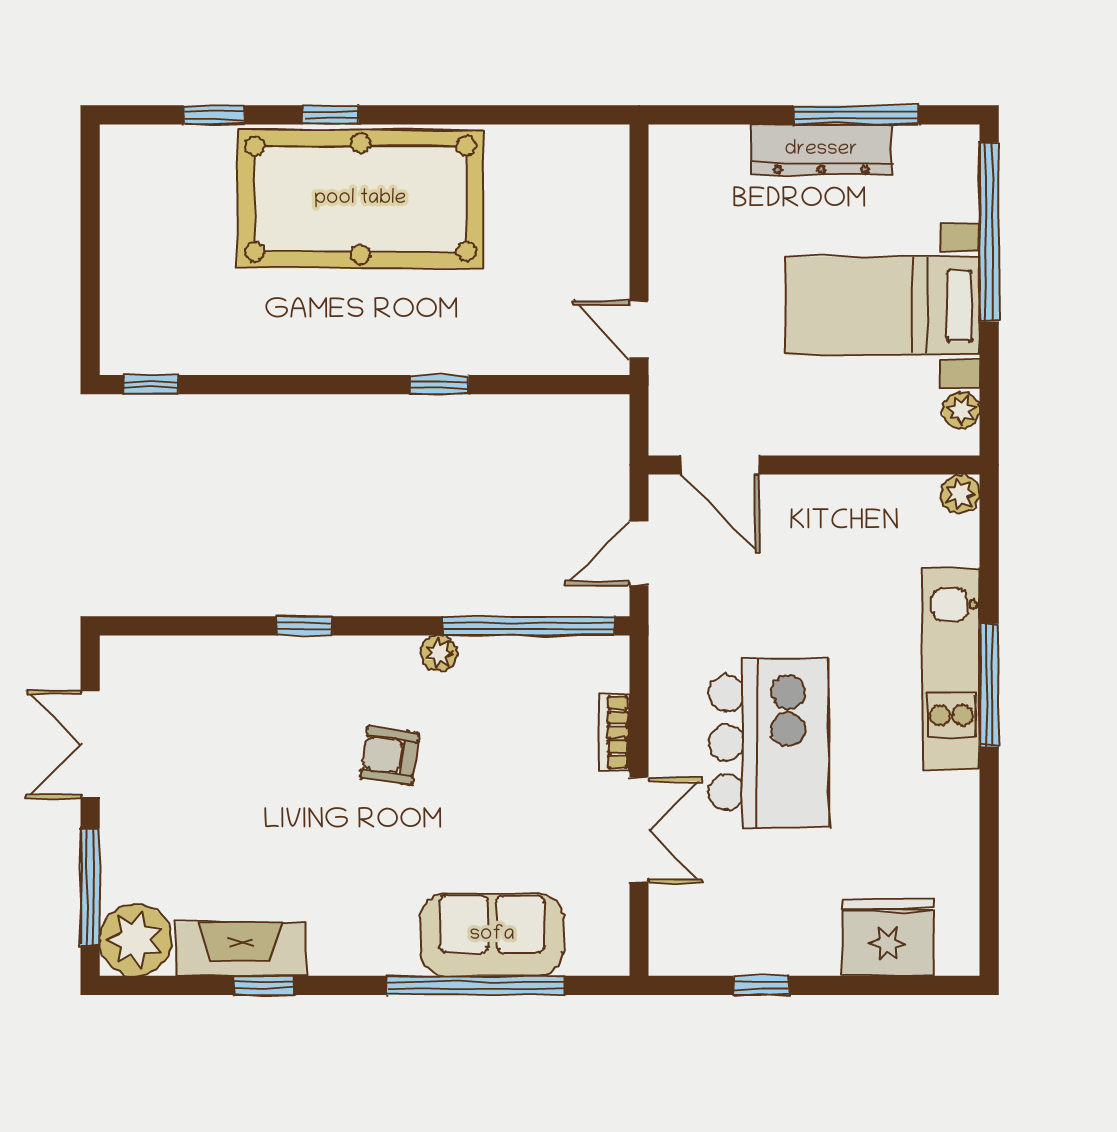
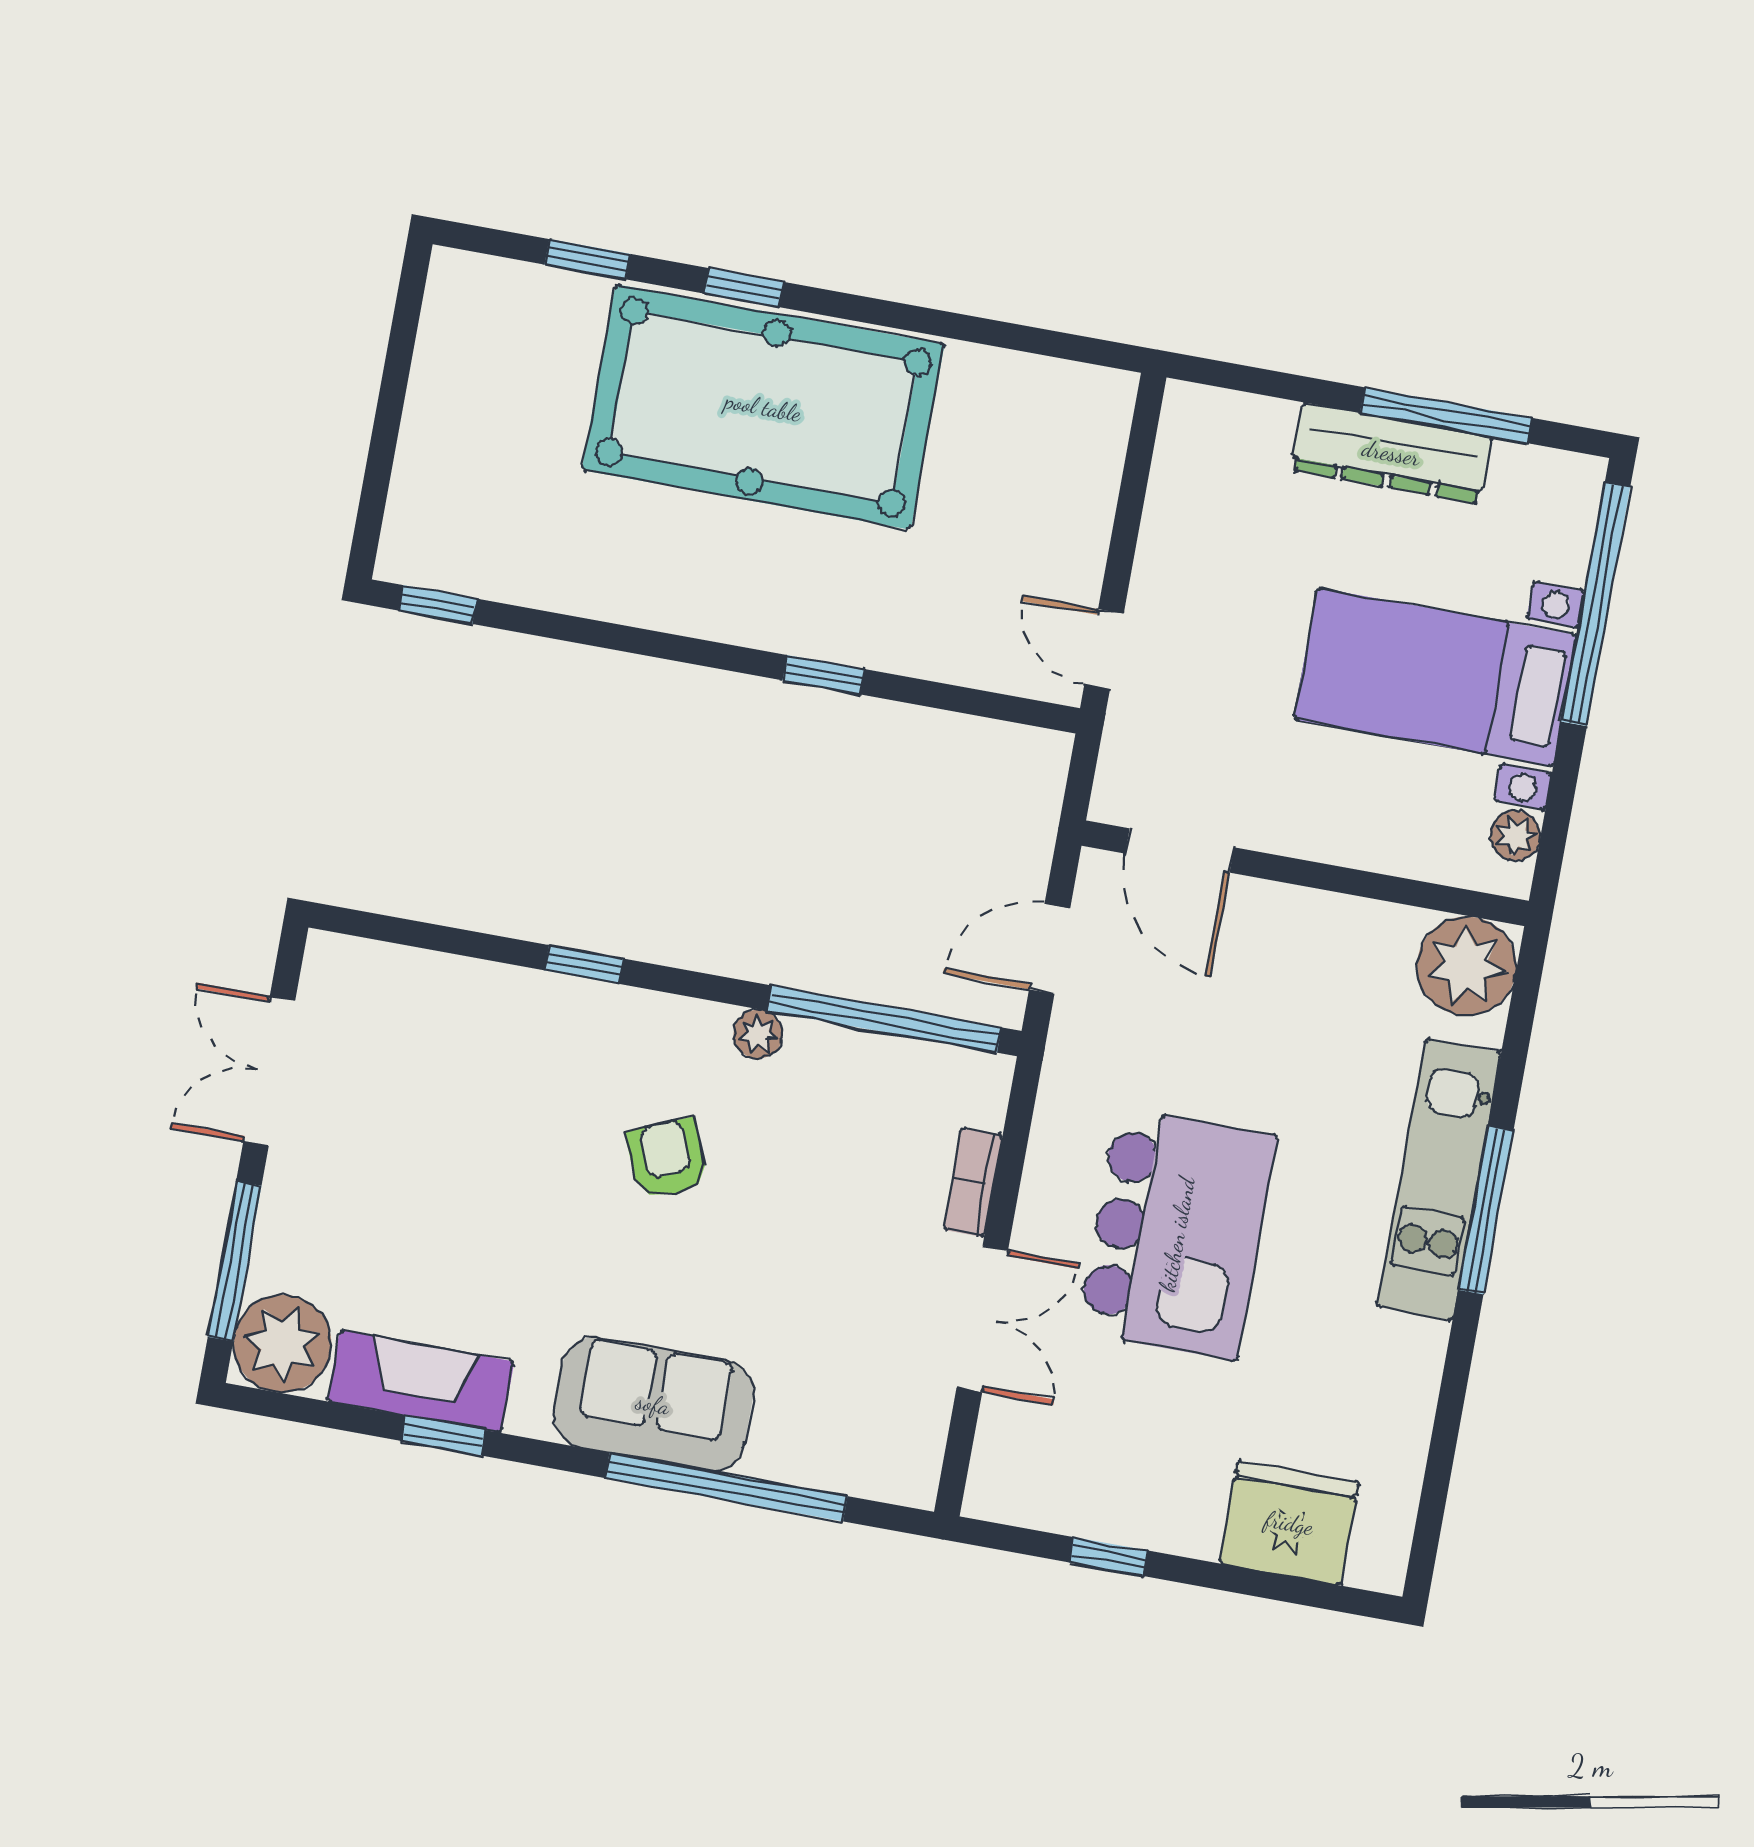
plant: (960, 494) -> (1467, 966), width x1.88, depth x1.88
armchair: (390, 756) -> (667, 1159), turned 59
sofa: (492, 935) -> (653, 1404), moved

